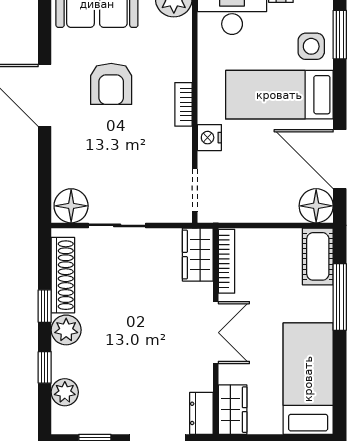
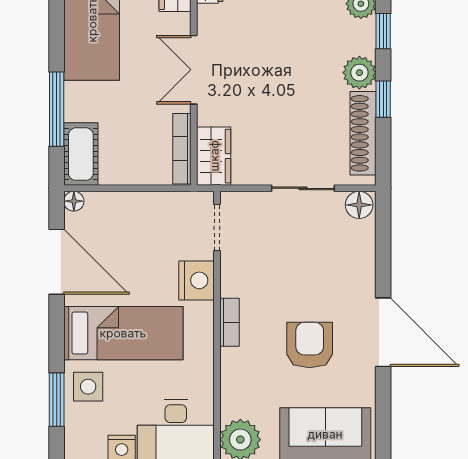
nightstand: (209, 138) -> (196, 280), width x1.36, depth x1.33
floor lamp: (71, 206) -> (359, 205), width x0.73, depth x0.73
floor lamp: (316, 206) -> (74, 201), width x0.53, depth x0.53

